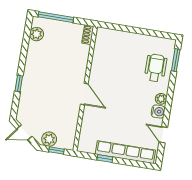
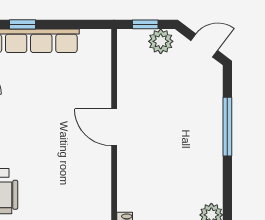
window: (19, 83) -> (227, 127), width x2.17
window: (105, 158) -> (23, 24), moved

